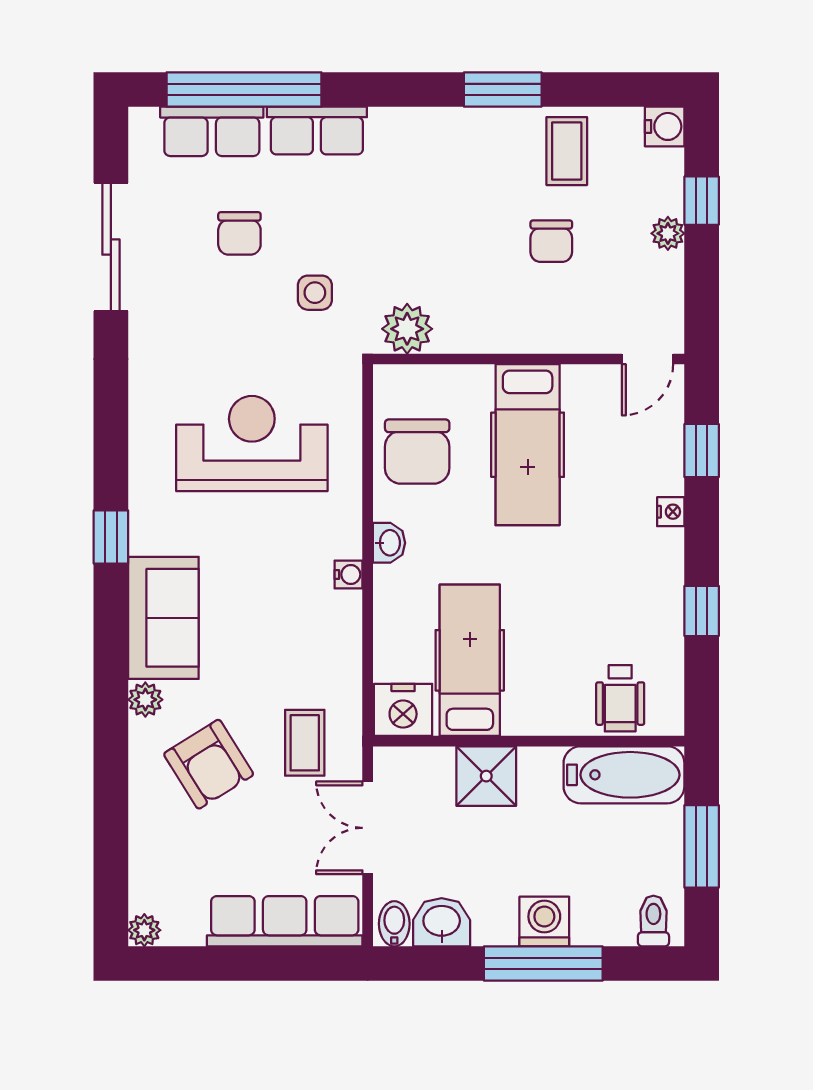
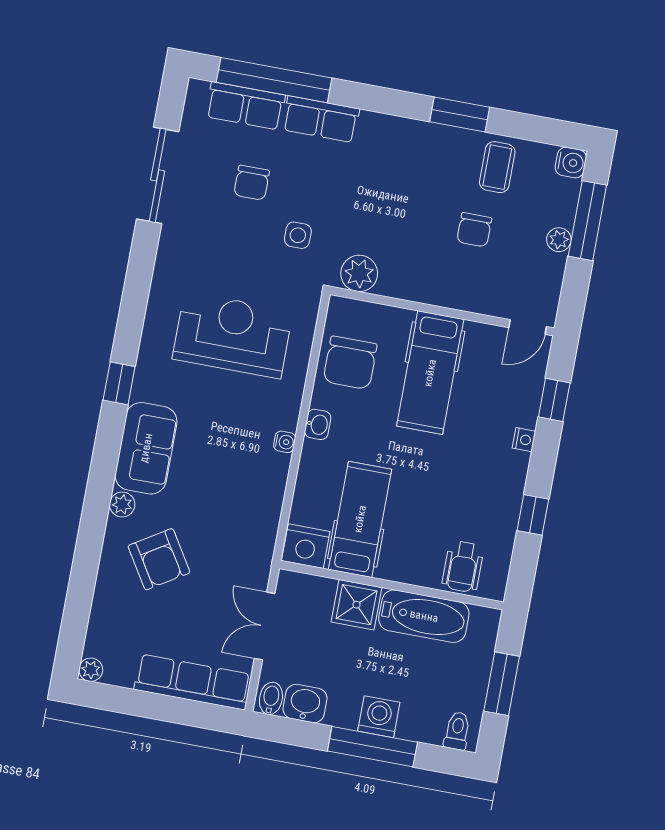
window: (702, 201) -> (587, 221), width x2.17
coffee table: (305, 743) -> (231, 557), removed
bathtub: (624, 775) -> (424, 616), moved

